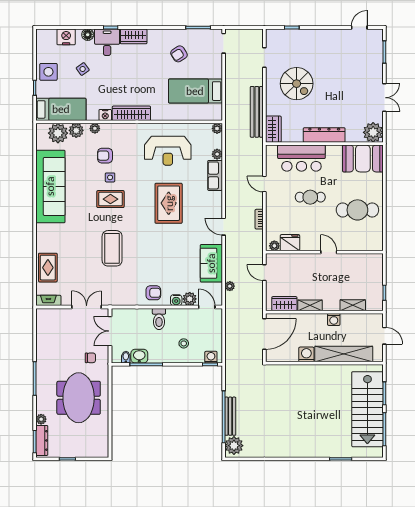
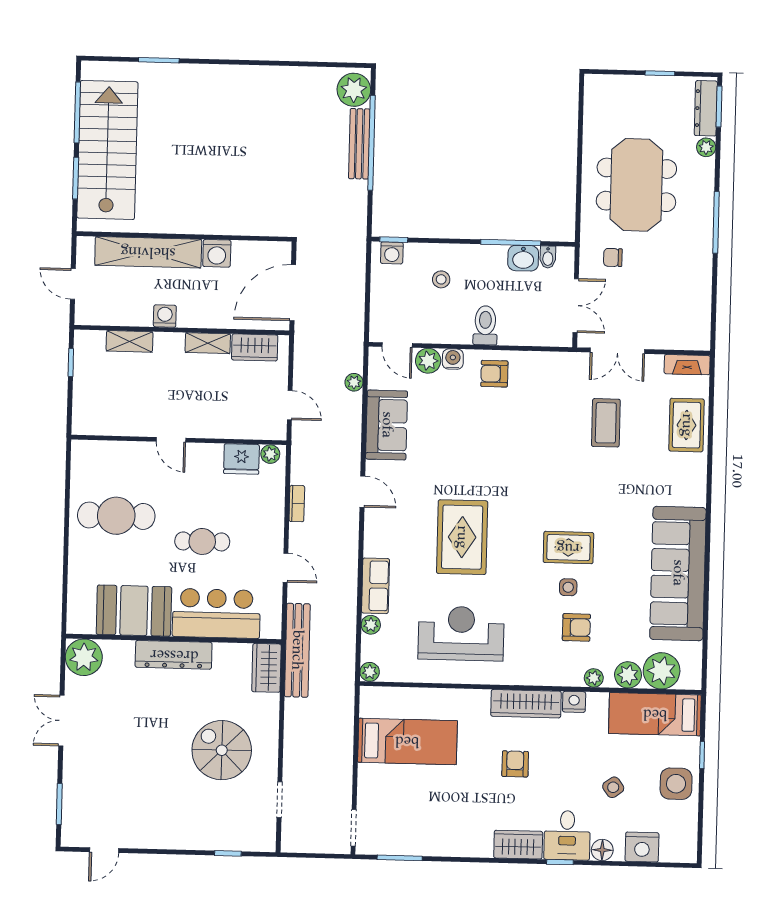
armchair: (179, 54) -> (515, 764), moved, turned -57
bench: (257, 112) -> (297, 650), moved
booth: (363, 158) -> (134, 611), moved
coffee table: (112, 248) -> (606, 423), moved, width x0.73, depth x0.76

